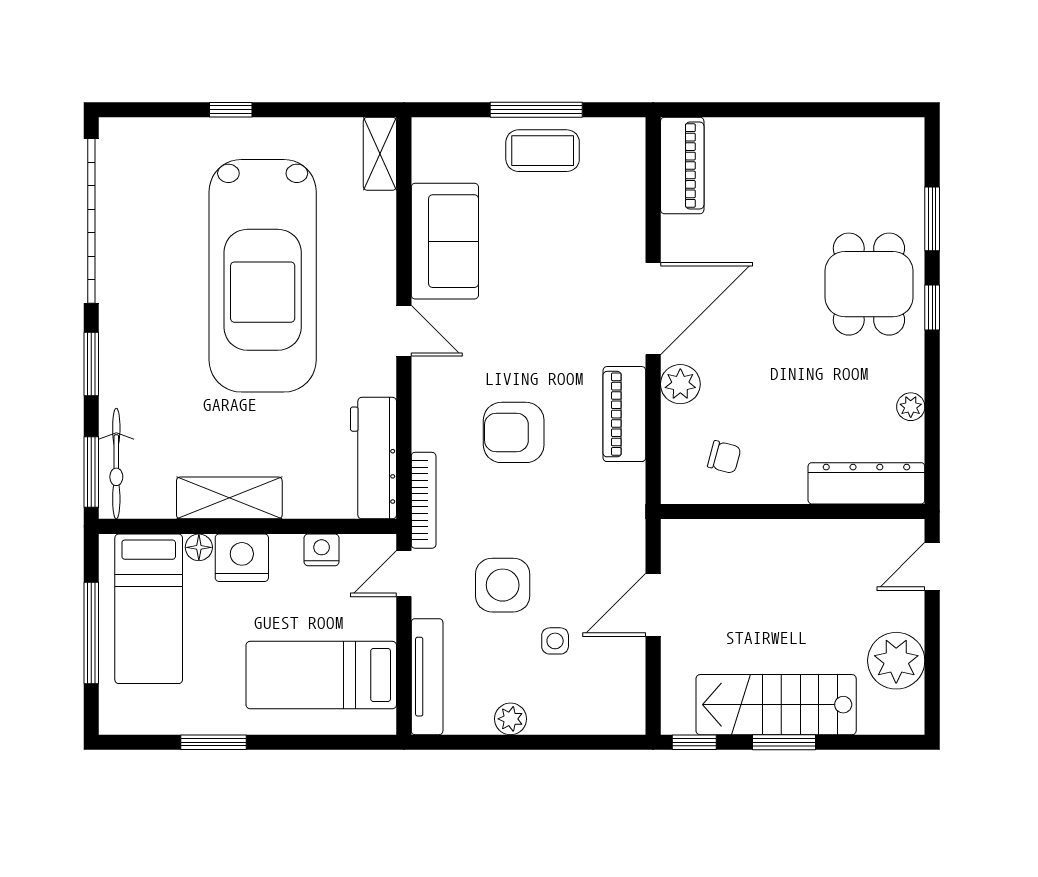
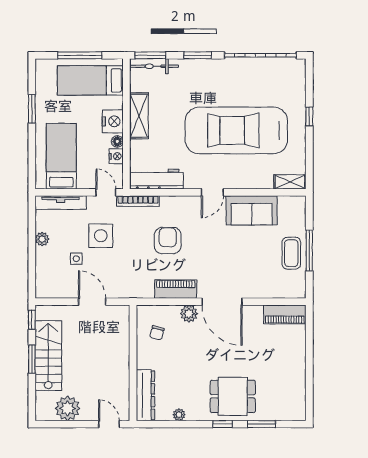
floor lamp: (199, 547) -> (117, 141), moved

